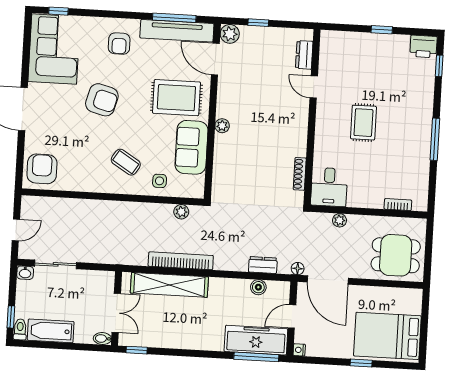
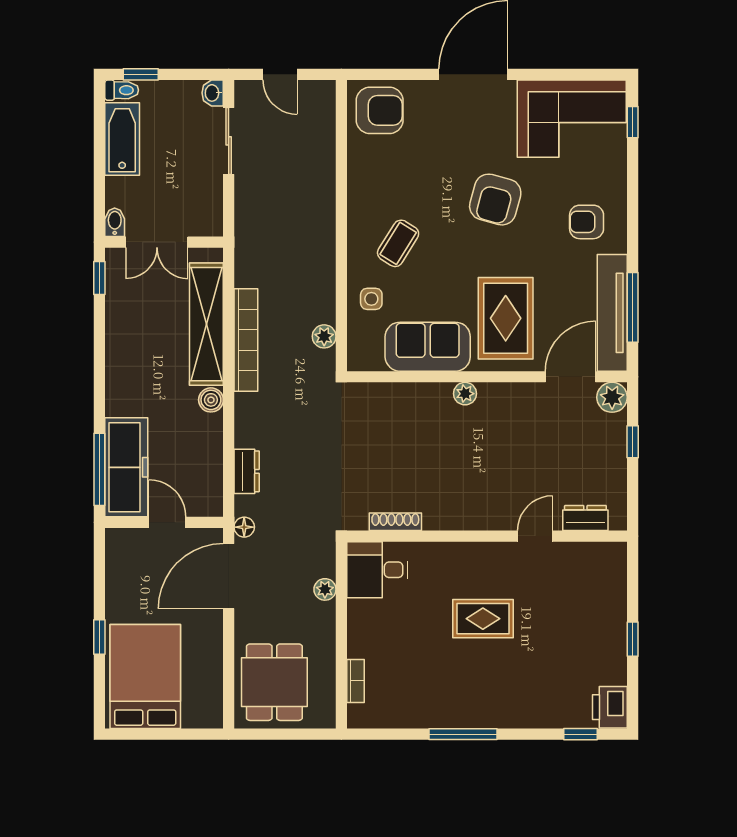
boiler: (258, 287) -> (211, 400), moved
nightstand: (299, 350) -> (115, 537), removed

